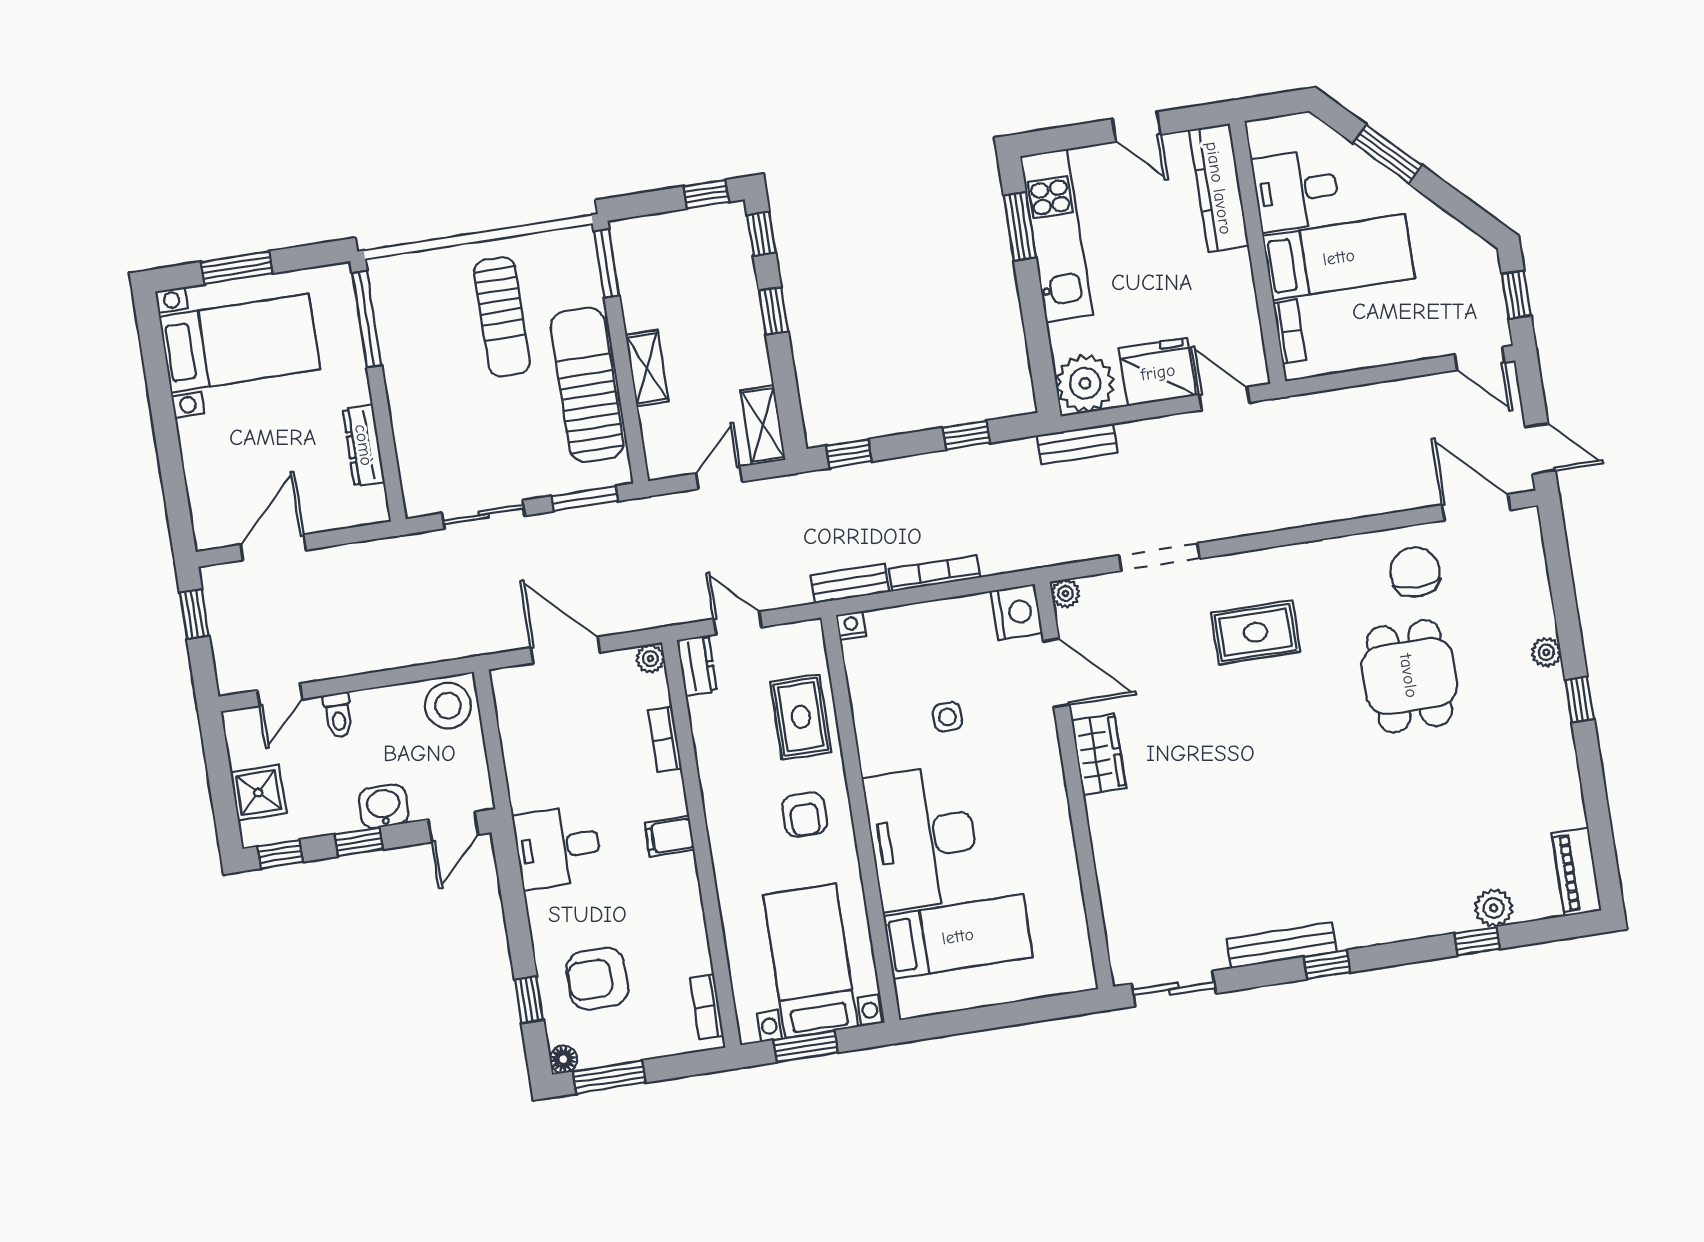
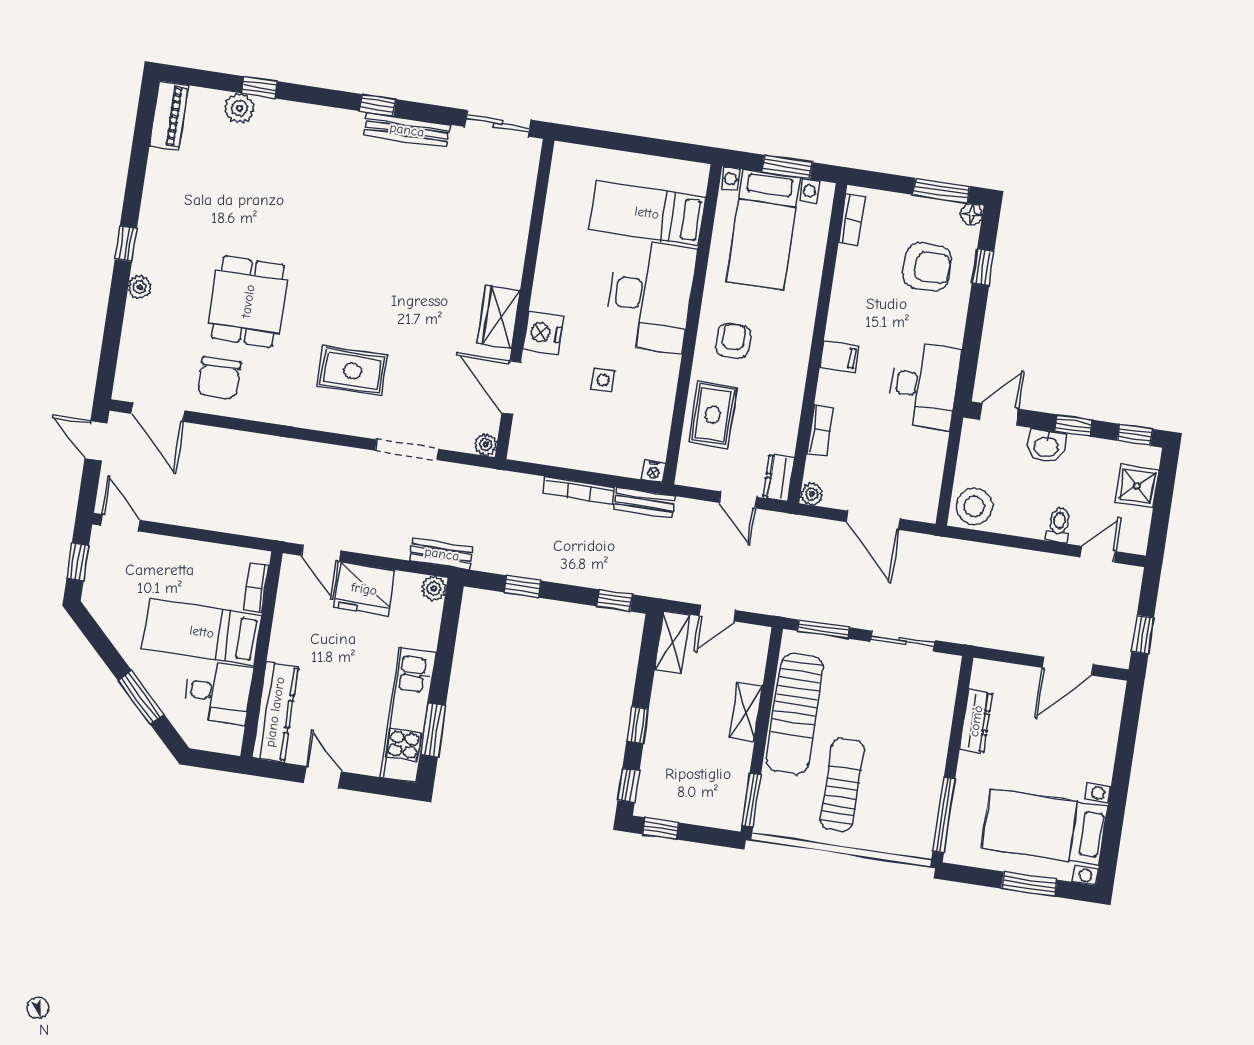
plant: (1085, 383) -> (434, 588), width x0.53, depth x0.53
nightstand: (1017, 612) -> (543, 333), moved
desk: (558, 847) -> (924, 386), width x1.37

